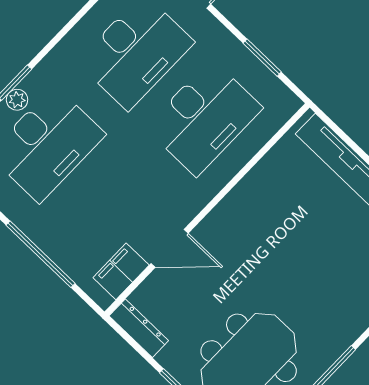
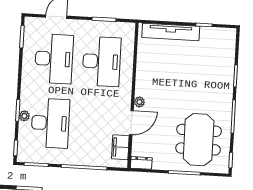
plant: (208, 228) -> (139, 102), added
dresser: (139, 328) -> (141, 163), width x0.70

